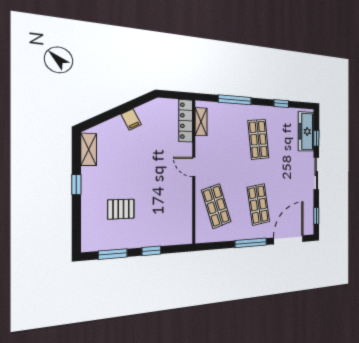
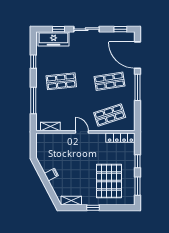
locker: (186, 121) -> (120, 138), moved
door: (194, 167) -> (82, 132), swing flipped
pallet: (121, 209) -> (109, 181), width x2.05, depth x2.00

